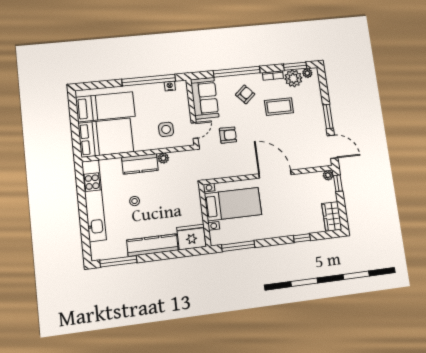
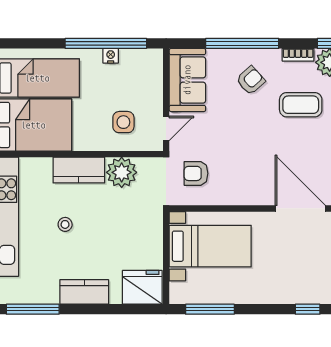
nightstand: (170, 86) -> (111, 56), moved
armchair: (228, 135) -> (196, 173), moved, turned 180
plant: (163, 158) -> (122, 172), width x1.88, depth x1.88
door: (275, 174) -> (300, 208), moved
kitchen counter: (152, 245) -> (84, 292), width x0.67

